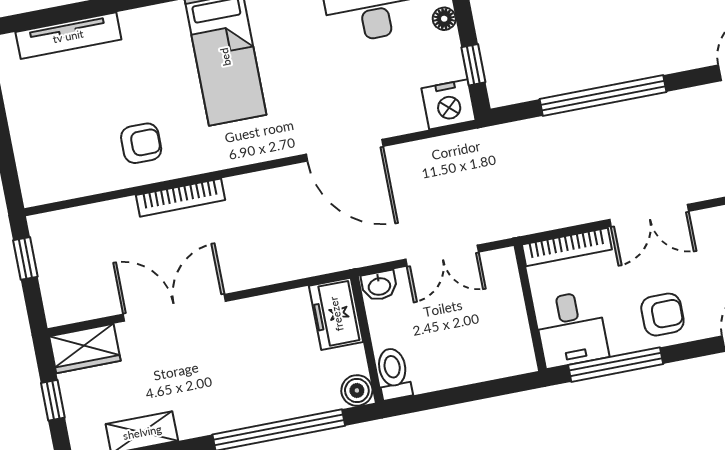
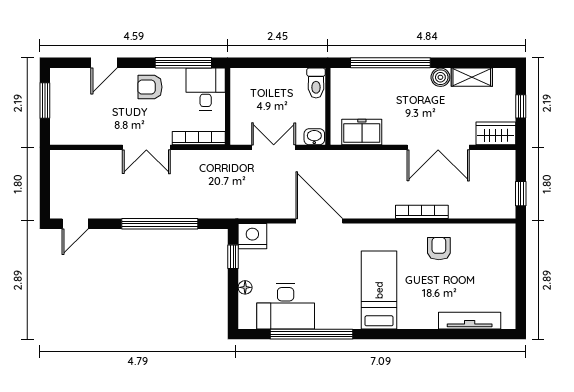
armchair: (141, 143) -> (439, 249), turned 90
double door: (649, 215) -> (146, 147), swing flipped
freezer: (336, 314) -> (362, 132), moved, turned -90
boiler: (357, 390) -> (440, 77), moved

